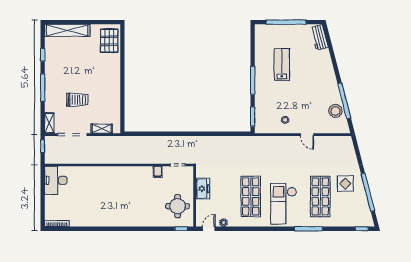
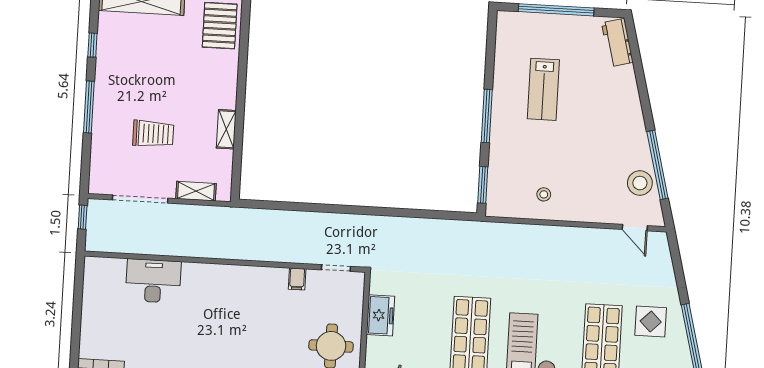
lab bench: (282, 64) -> (543, 89), turned 180
shelving: (49, 123) -> (226, 129), moved
door: (307, 135) -> (635, 228), moved
desk: (56, 180) -> (153, 281), moved, turned 90

